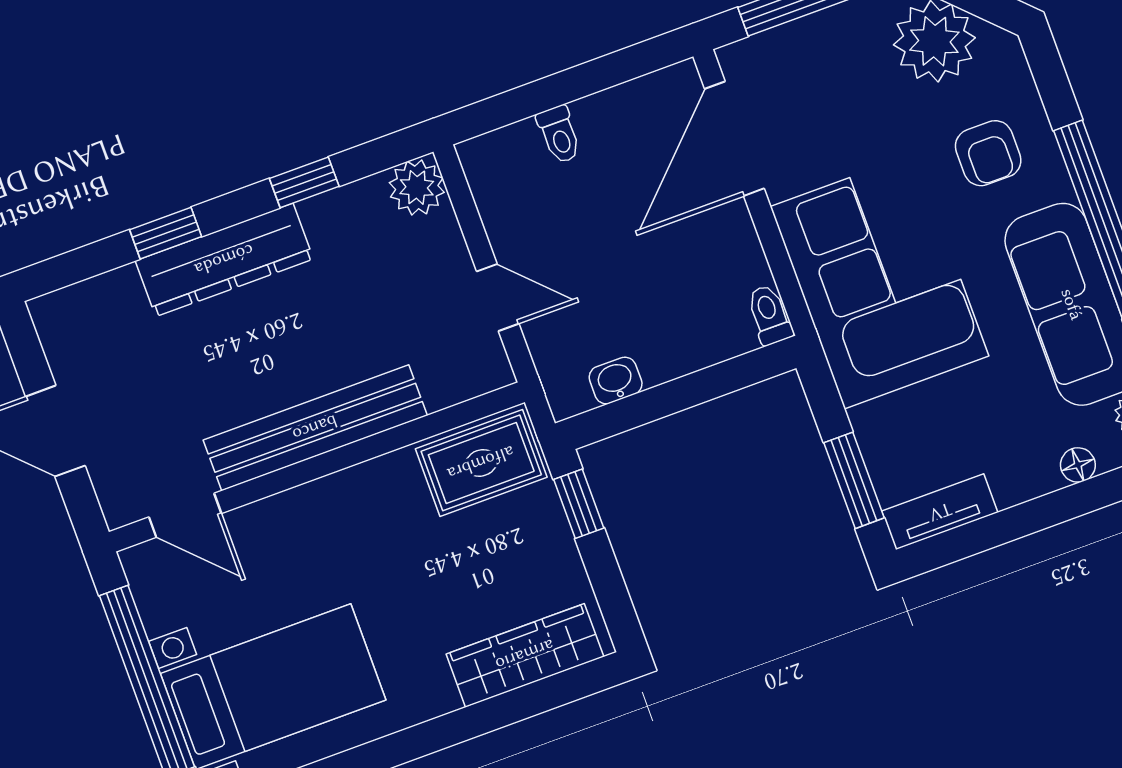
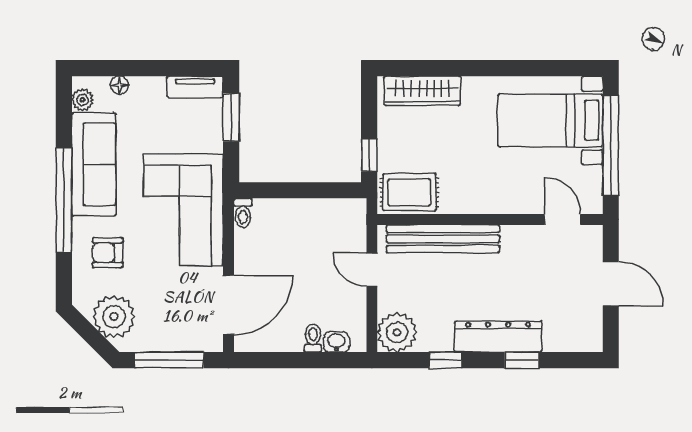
armchair: (988, 153) -> (108, 253), turned -90
plant: (417, 187) -> (397, 332), width x1.36, depth x1.36
washbasin: (616, 381) -> (336, 342), moved, turned 180
bench: (315, 428) -> (443, 239), moved

